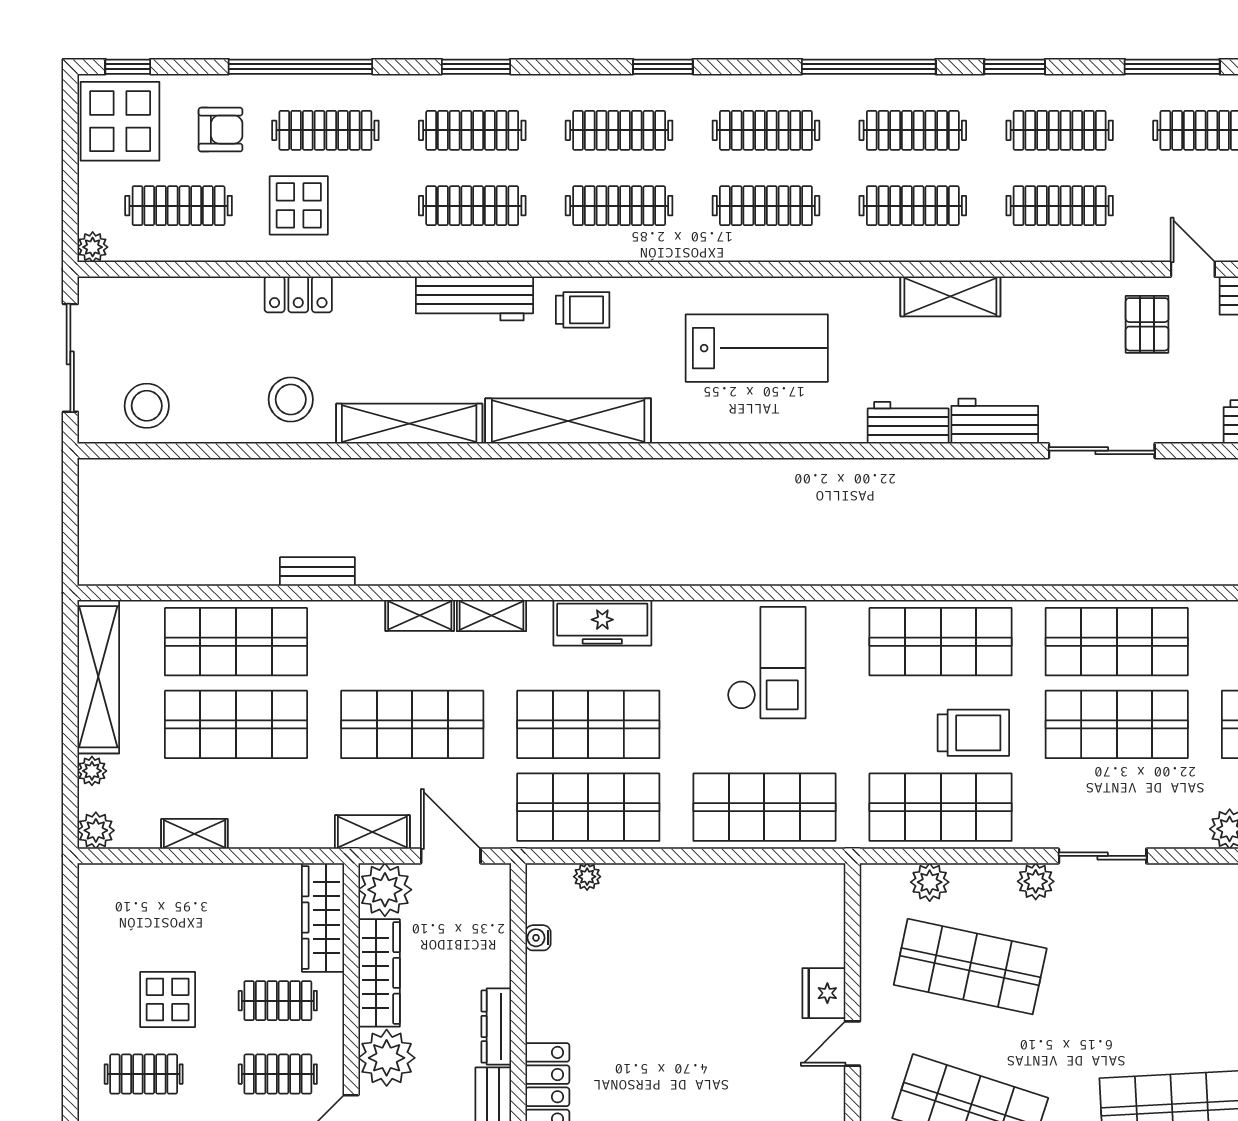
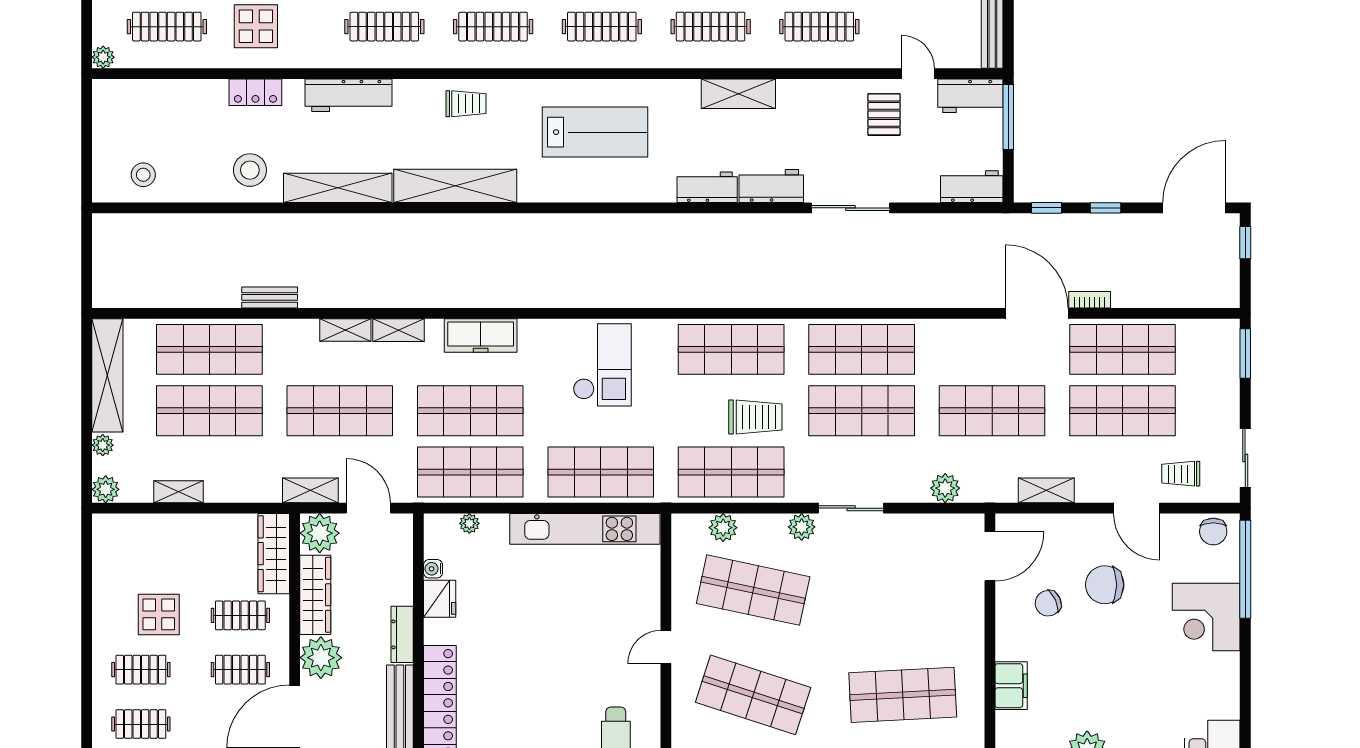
workbench: (474, 298) -> (348, 95), moved
sliding door: (70, 358) -> (87, 139), removed
stool: (147, 406) -> (143, 175), width x0.73, depth x0.73
kitchen unit: (743, 884) -> (585, 529), added
fridge: (824, 993) -> (440, 599), moved, turned 180

